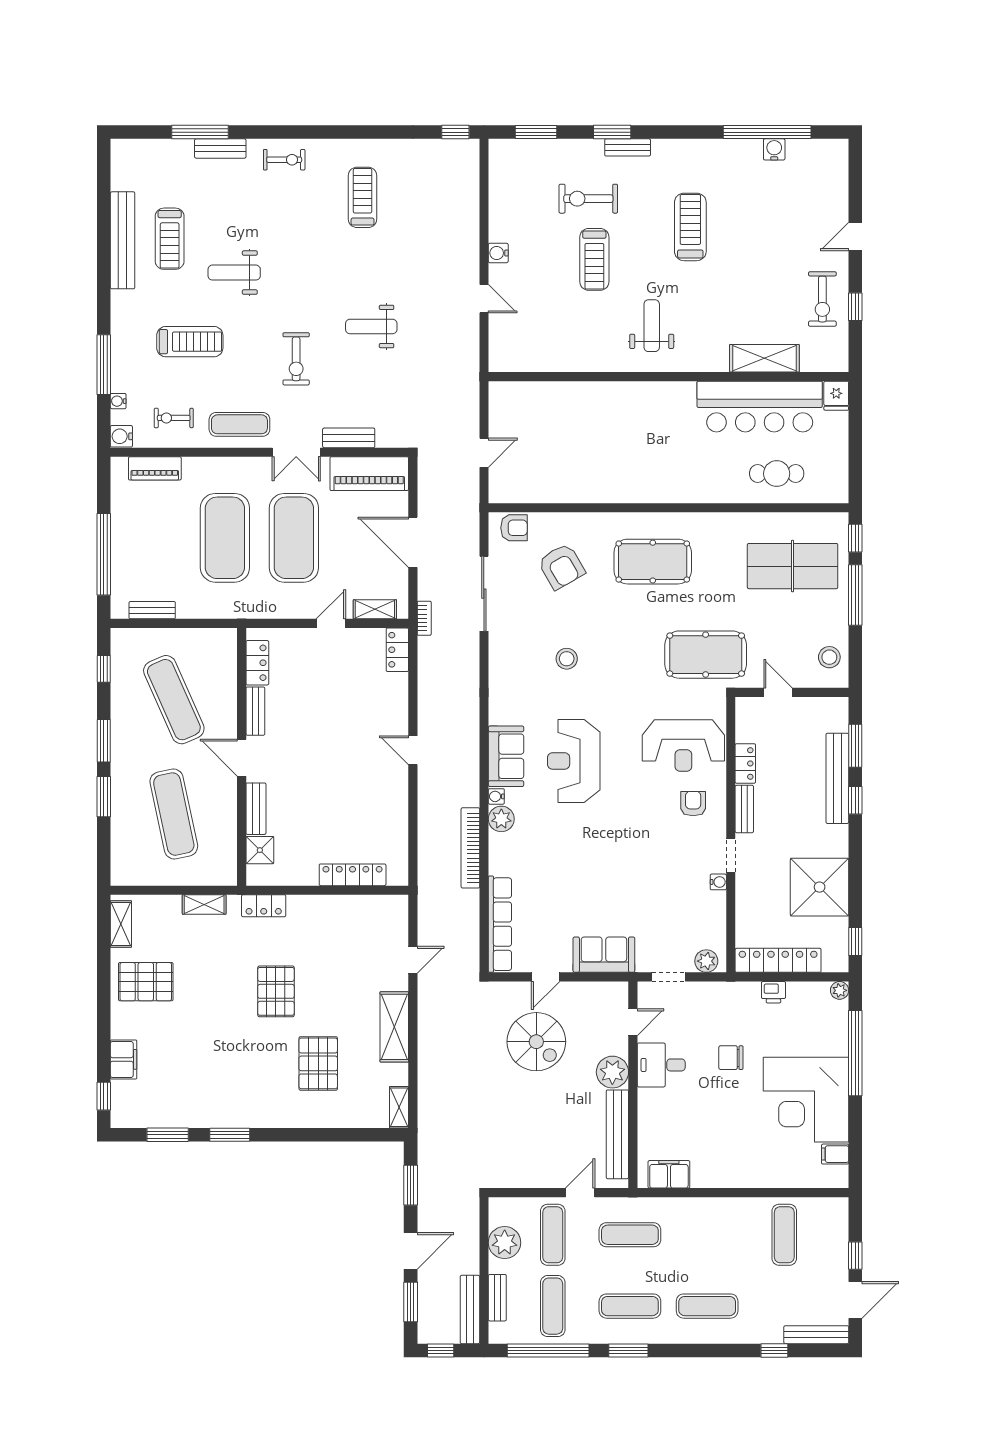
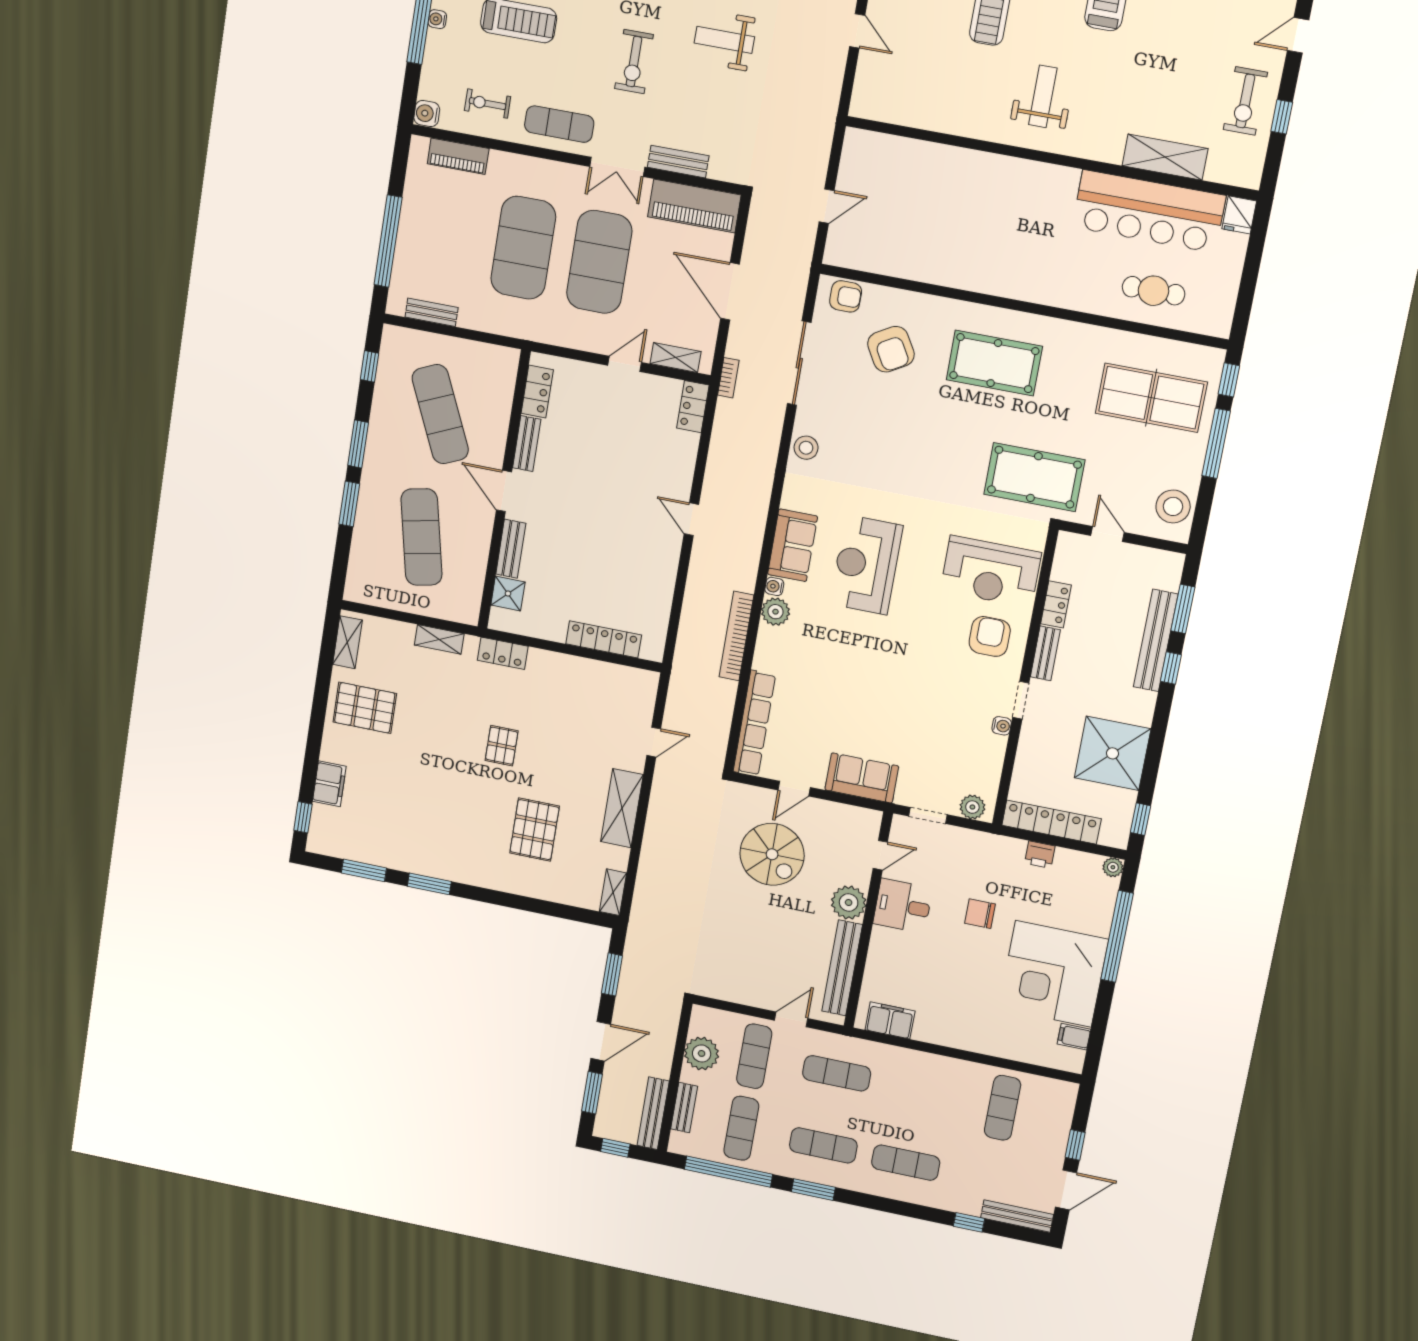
water cooler: (118, 401) -> (437, 19), moved
stool: (829, 657) -> (1173, 506), width x1.38, depth x1.38
stool: (567, 659) -> (806, 448), moved
armchair: (693, 804) -> (990, 636), width x1.38, depth x1.38
pallet: (276, 991) -> (502, 746), width x0.67, depth x0.71

